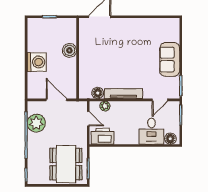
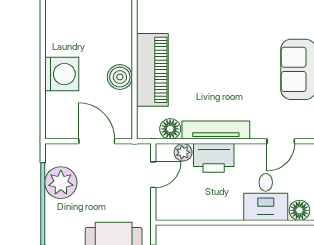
boiler: (69, 50) -> (120, 77), moved
piano: (88, 60) -> (152, 70), added
door: (88, 119) -> (153, 175), hinge flipped
printer: (103, 136) -> (214, 158), moved, turned 180

